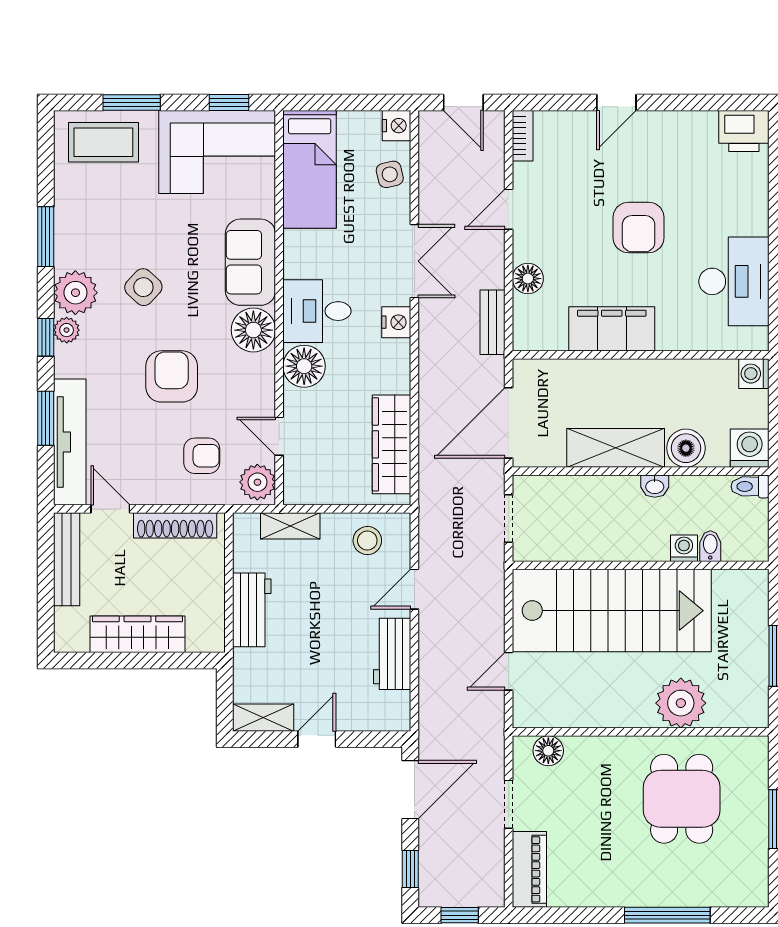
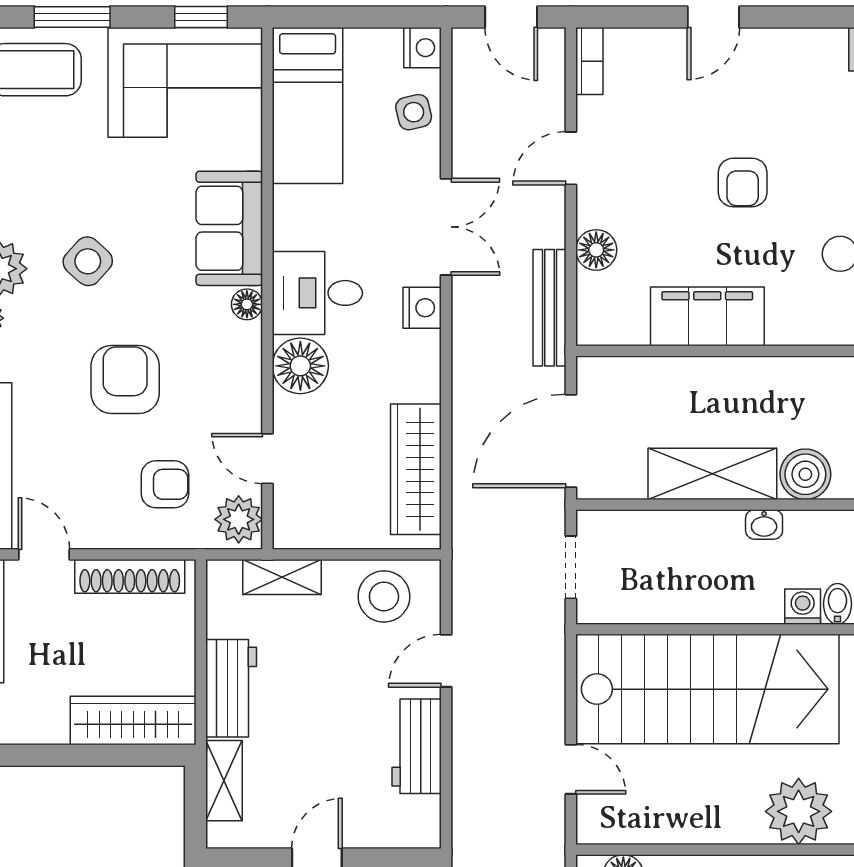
armchair: (639, 228) -> (743, 182), width x0.72, depth x0.72
bench: (492, 322) -> (549, 308), width x1.36
floor lamp: (253, 330) -> (247, 304), width x0.53, depth x0.53
stool: (367, 541) -> (384, 596), width x1.38, depth x1.38
wardrobe: (138, 634) -> (133, 721), moved
door: (509, 671) -> (571, 769), swing flipped
shelving: (263, 718) -> (224, 781), moved, turned 90

